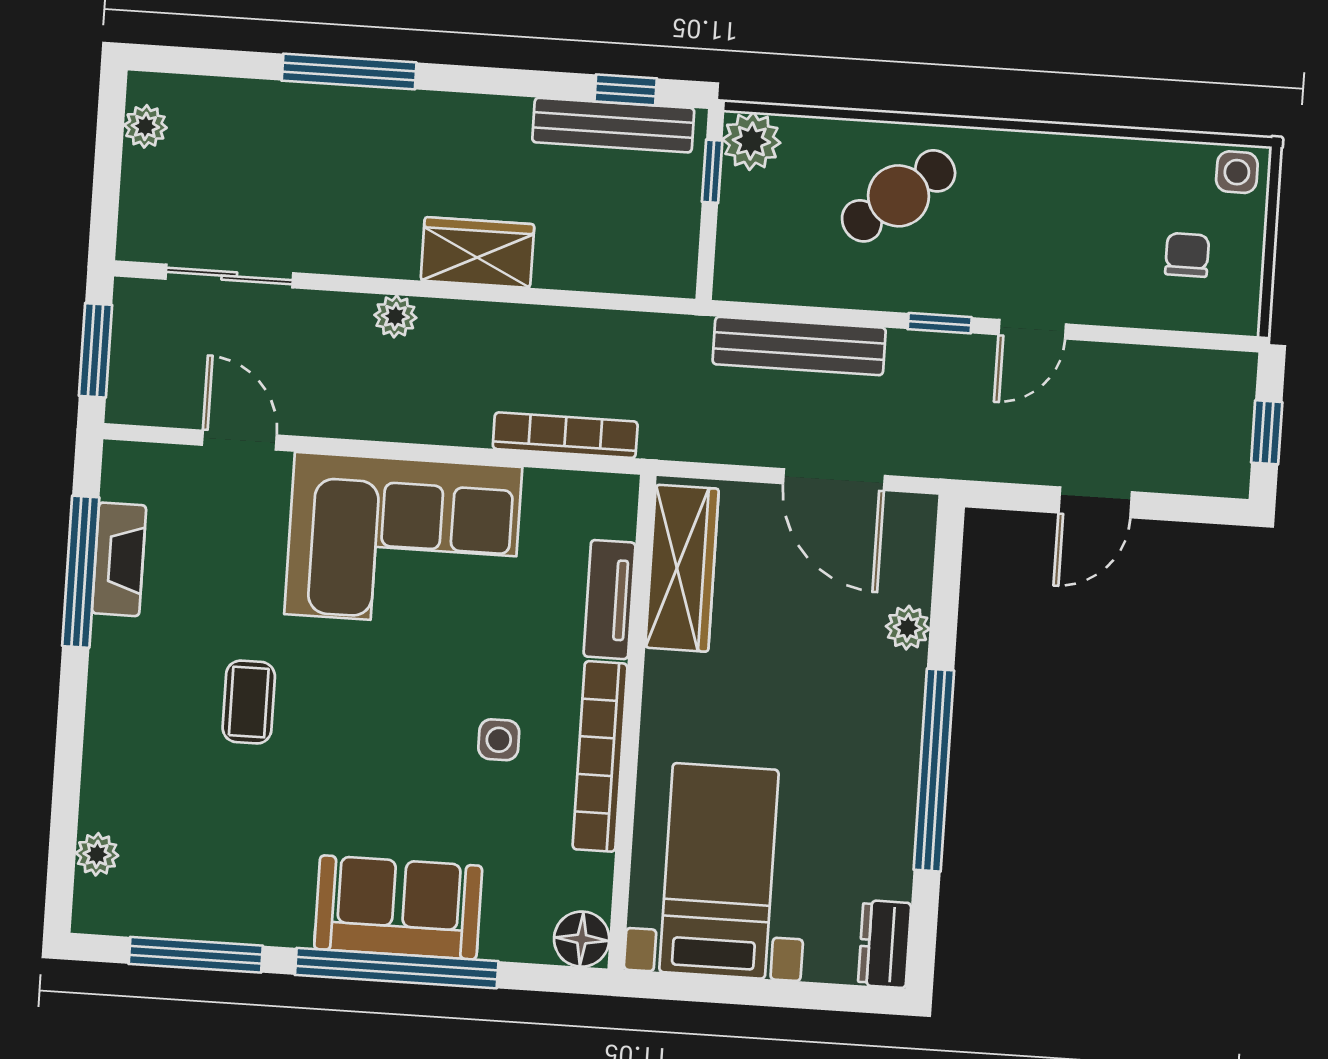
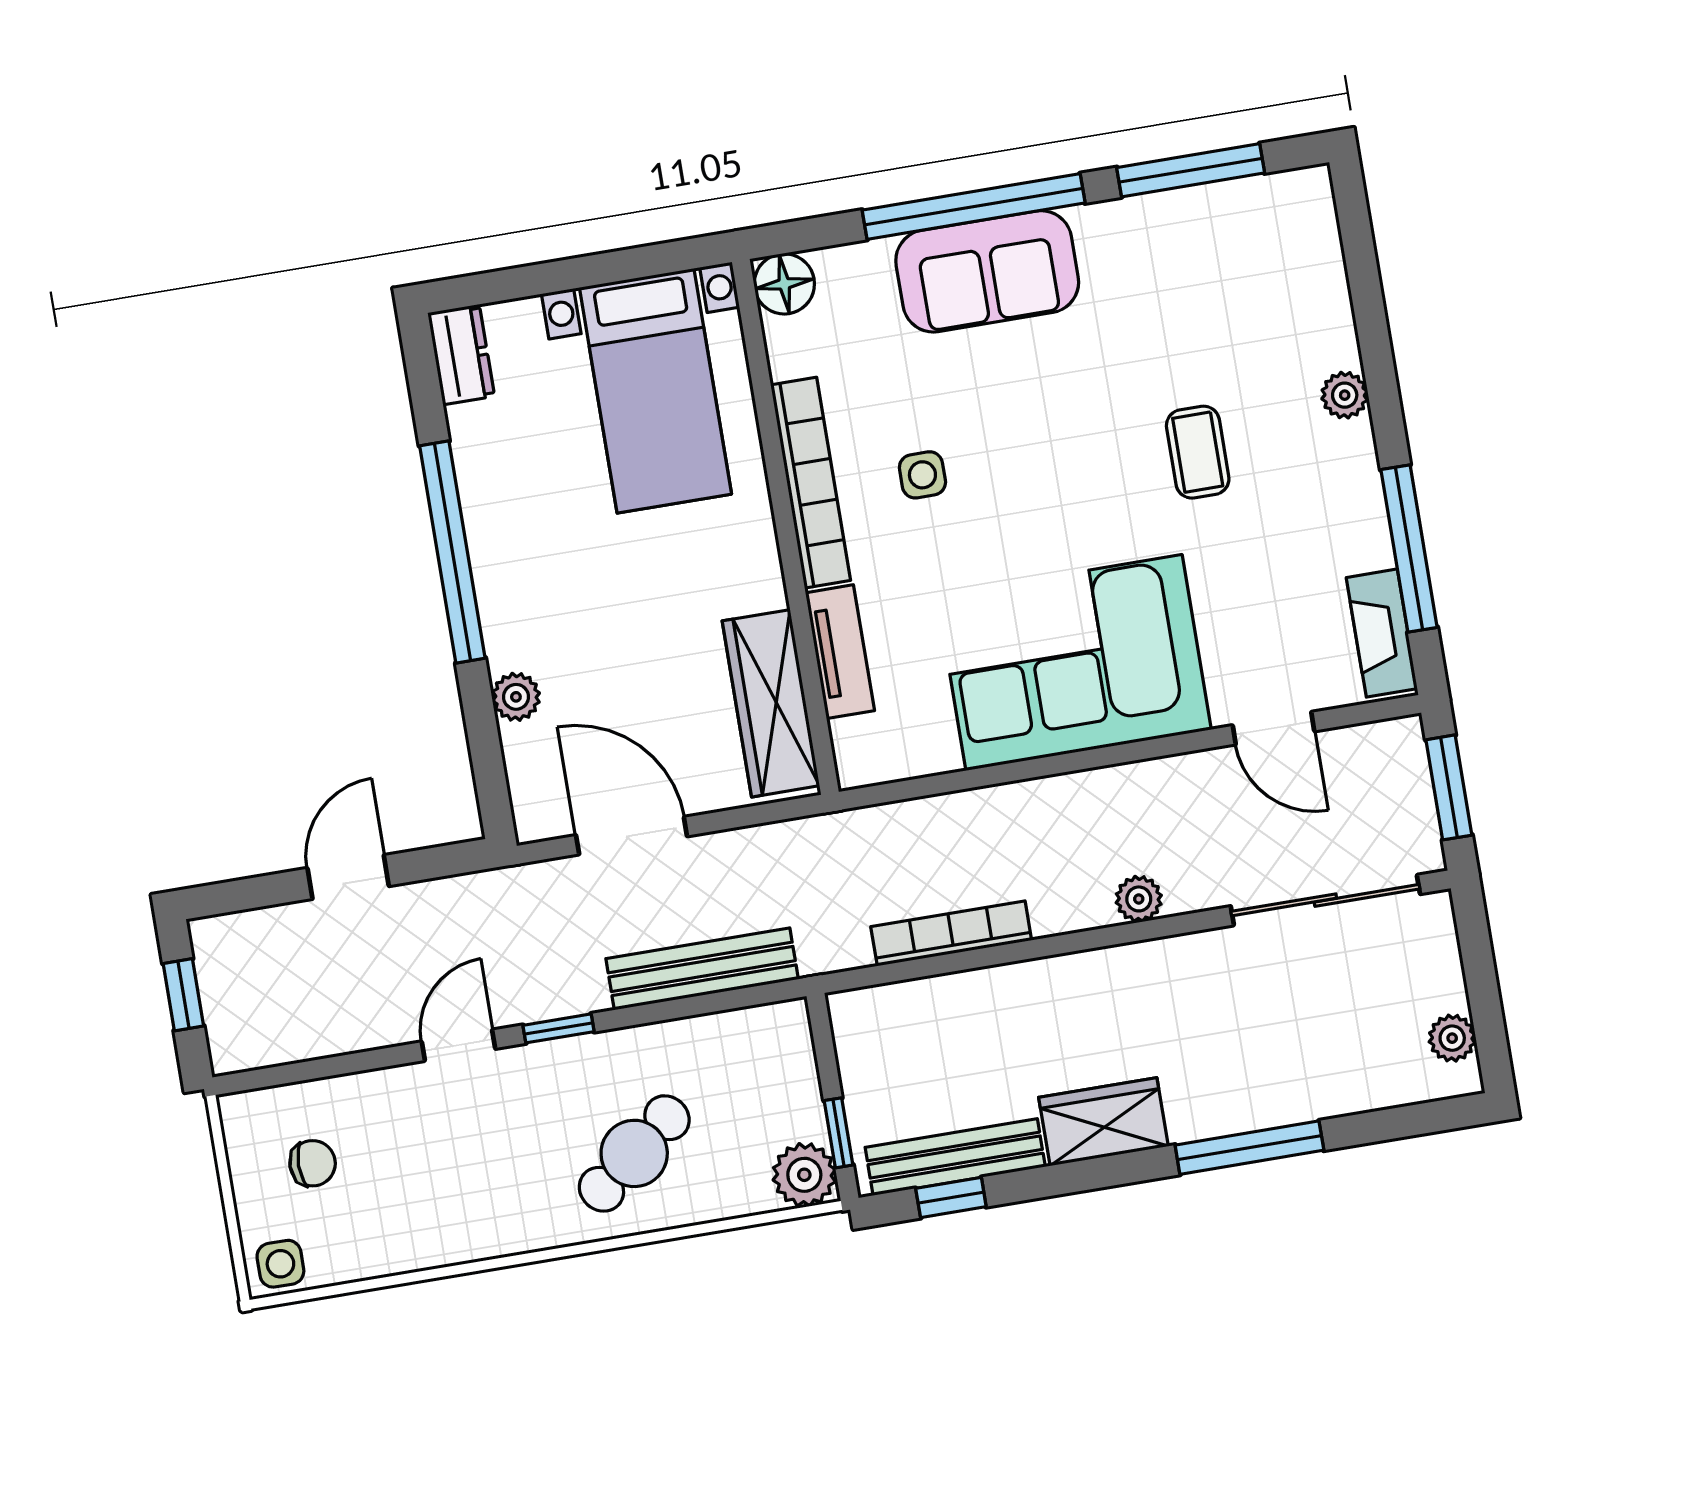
wardrobe: (477, 252) -> (1103, 1122), moved, turned 180
chair: (1187, 255) -> (313, 1163), turned -90
sliding door: (229, 276) -> (1325, 900), width x1.37
bookcase: (565, 435) -> (951, 933), moved, turned 180
fireplace: (119, 559) -> (1382, 633), moved
plant: (97, 854) -> (1345, 395), moved

